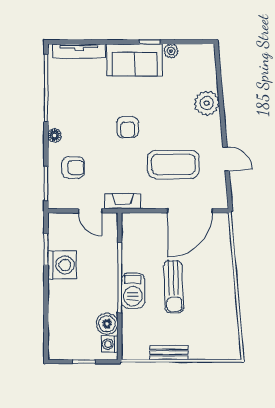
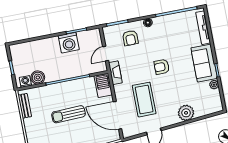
barbecue: (133, 291) -> (103, 85), moved, turned 90
bench: (169, 353) -> (25, 106), moved

